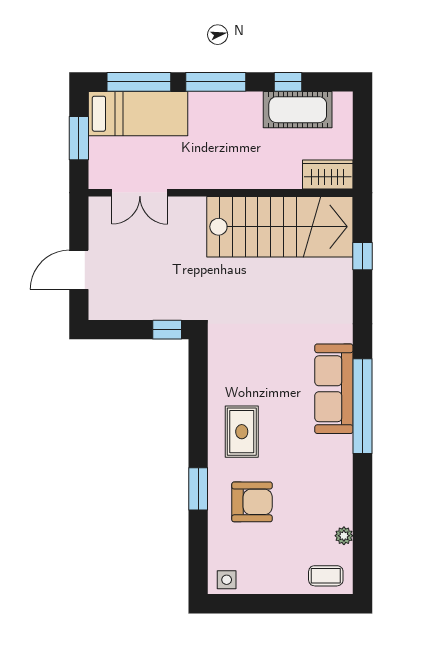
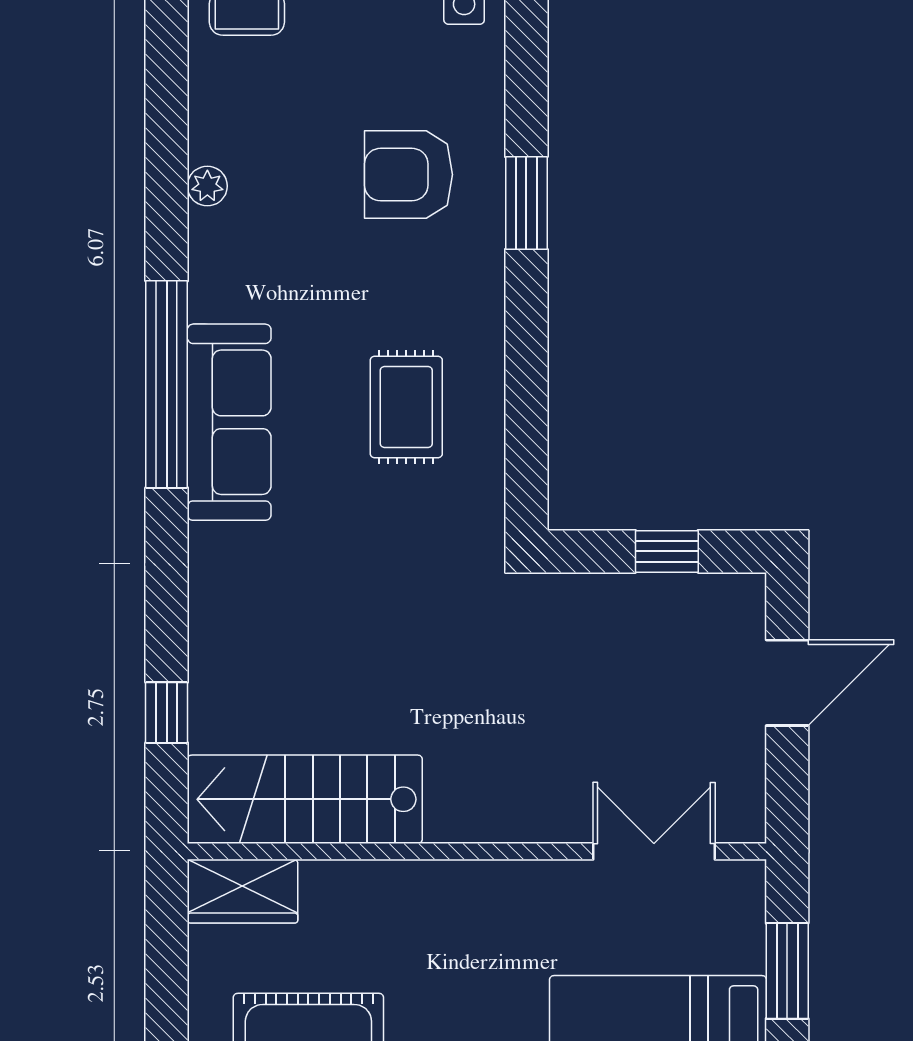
stairs: (280, 227) -> (305, 799), width x0.73, depth x0.66
window: (167, 330) -> (667, 551), moved
rug: (242, 432) -> (406, 407), moved
plant: (344, 536) -> (207, 186), moved

